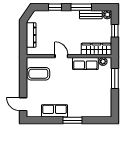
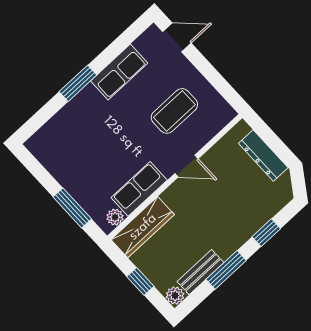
coffee table: (38, 74) -> (174, 111), moved

